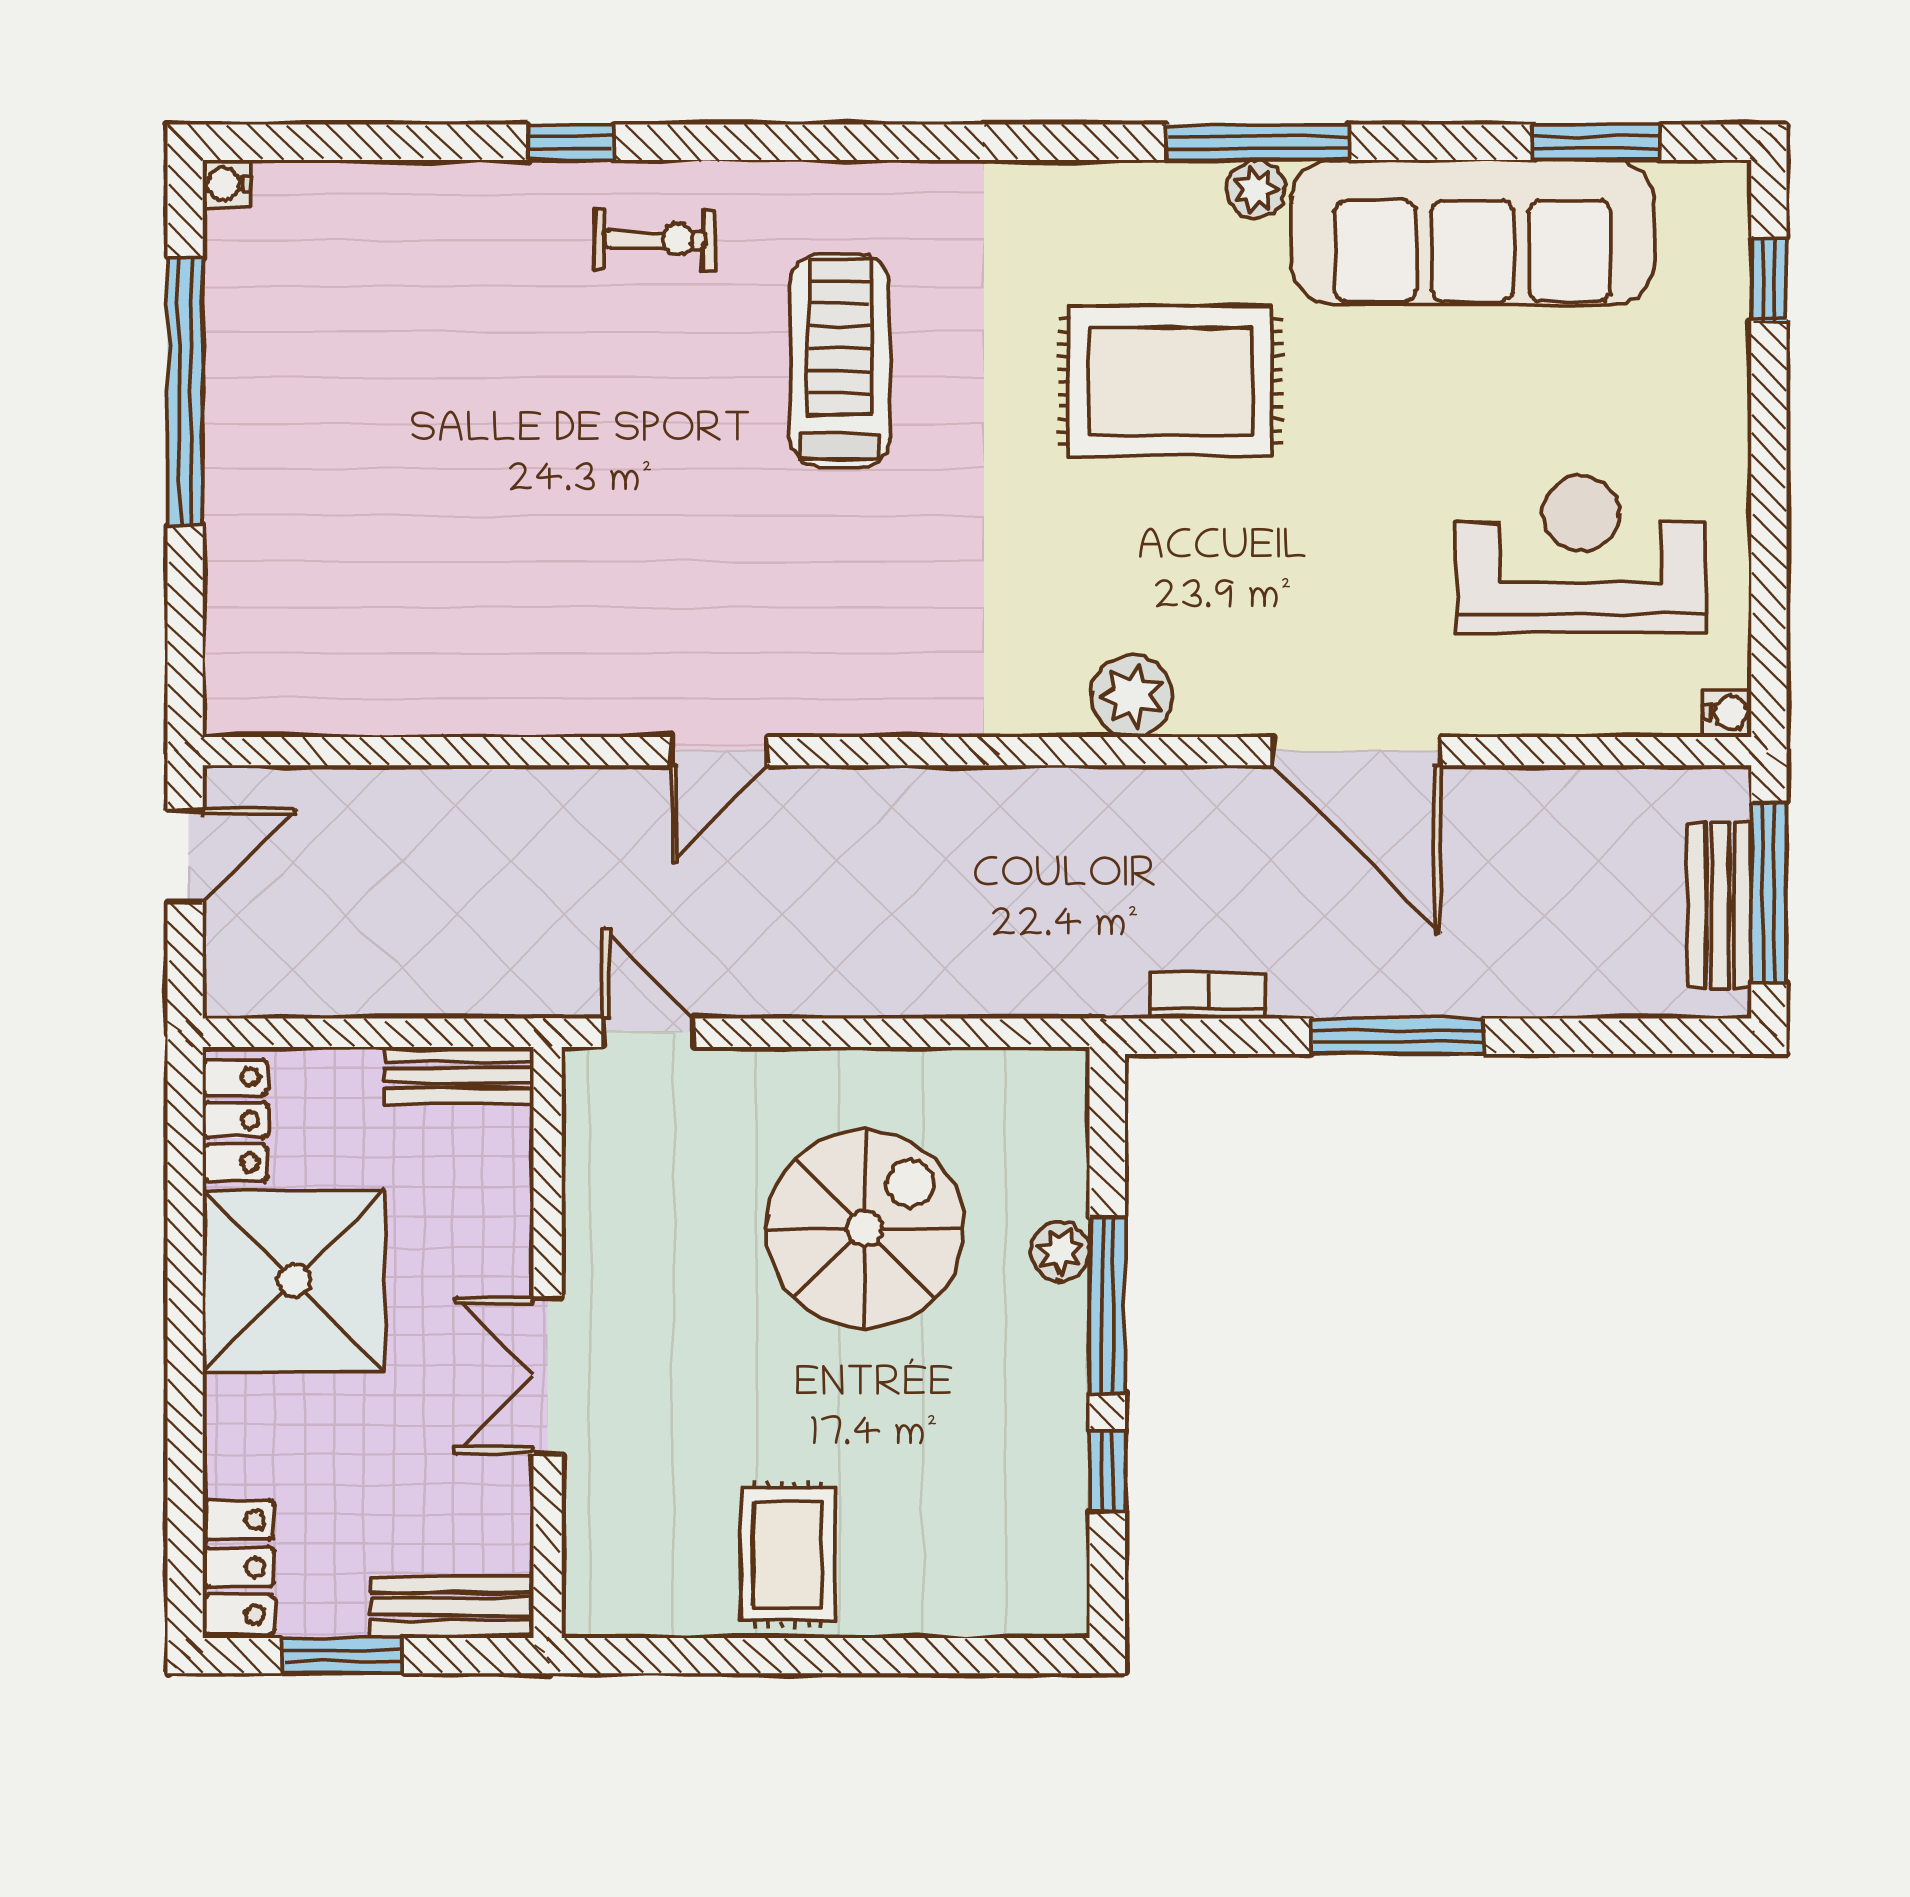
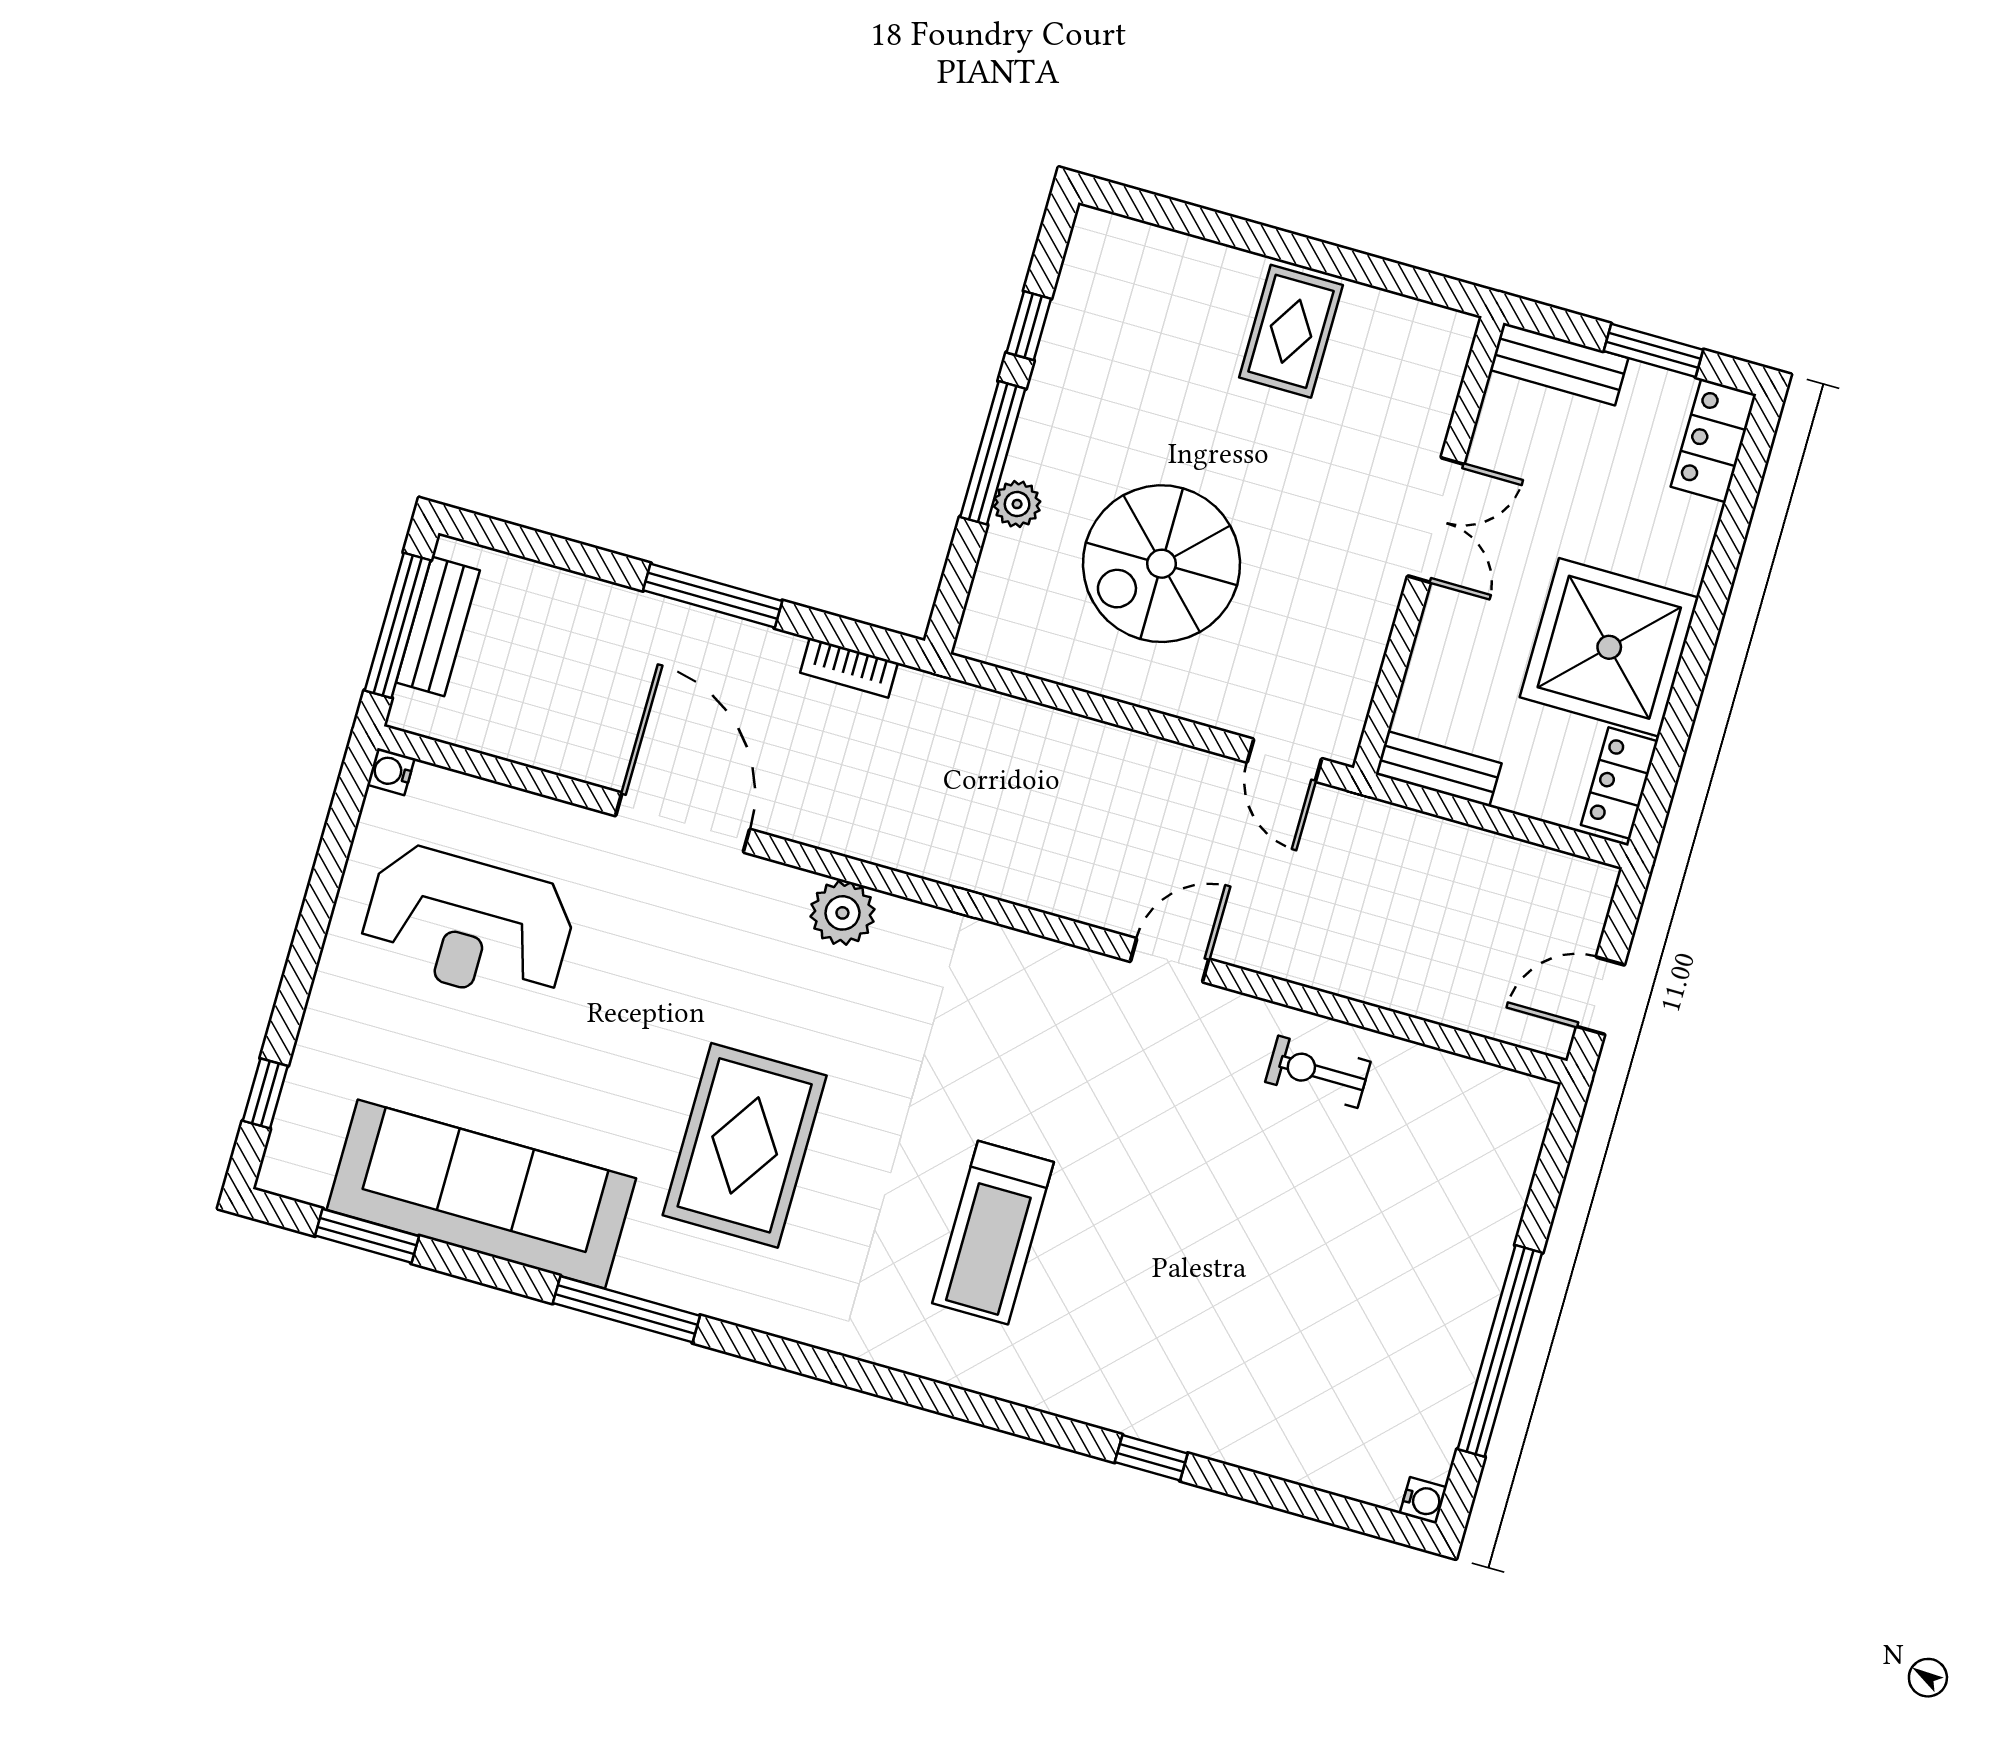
plant: (1256, 189) -> (638, 1274), removed
exercise bike: (655, 239) -> (1318, 1072), moved
rug: (1170, 381) -> (745, 1145), turned 90

